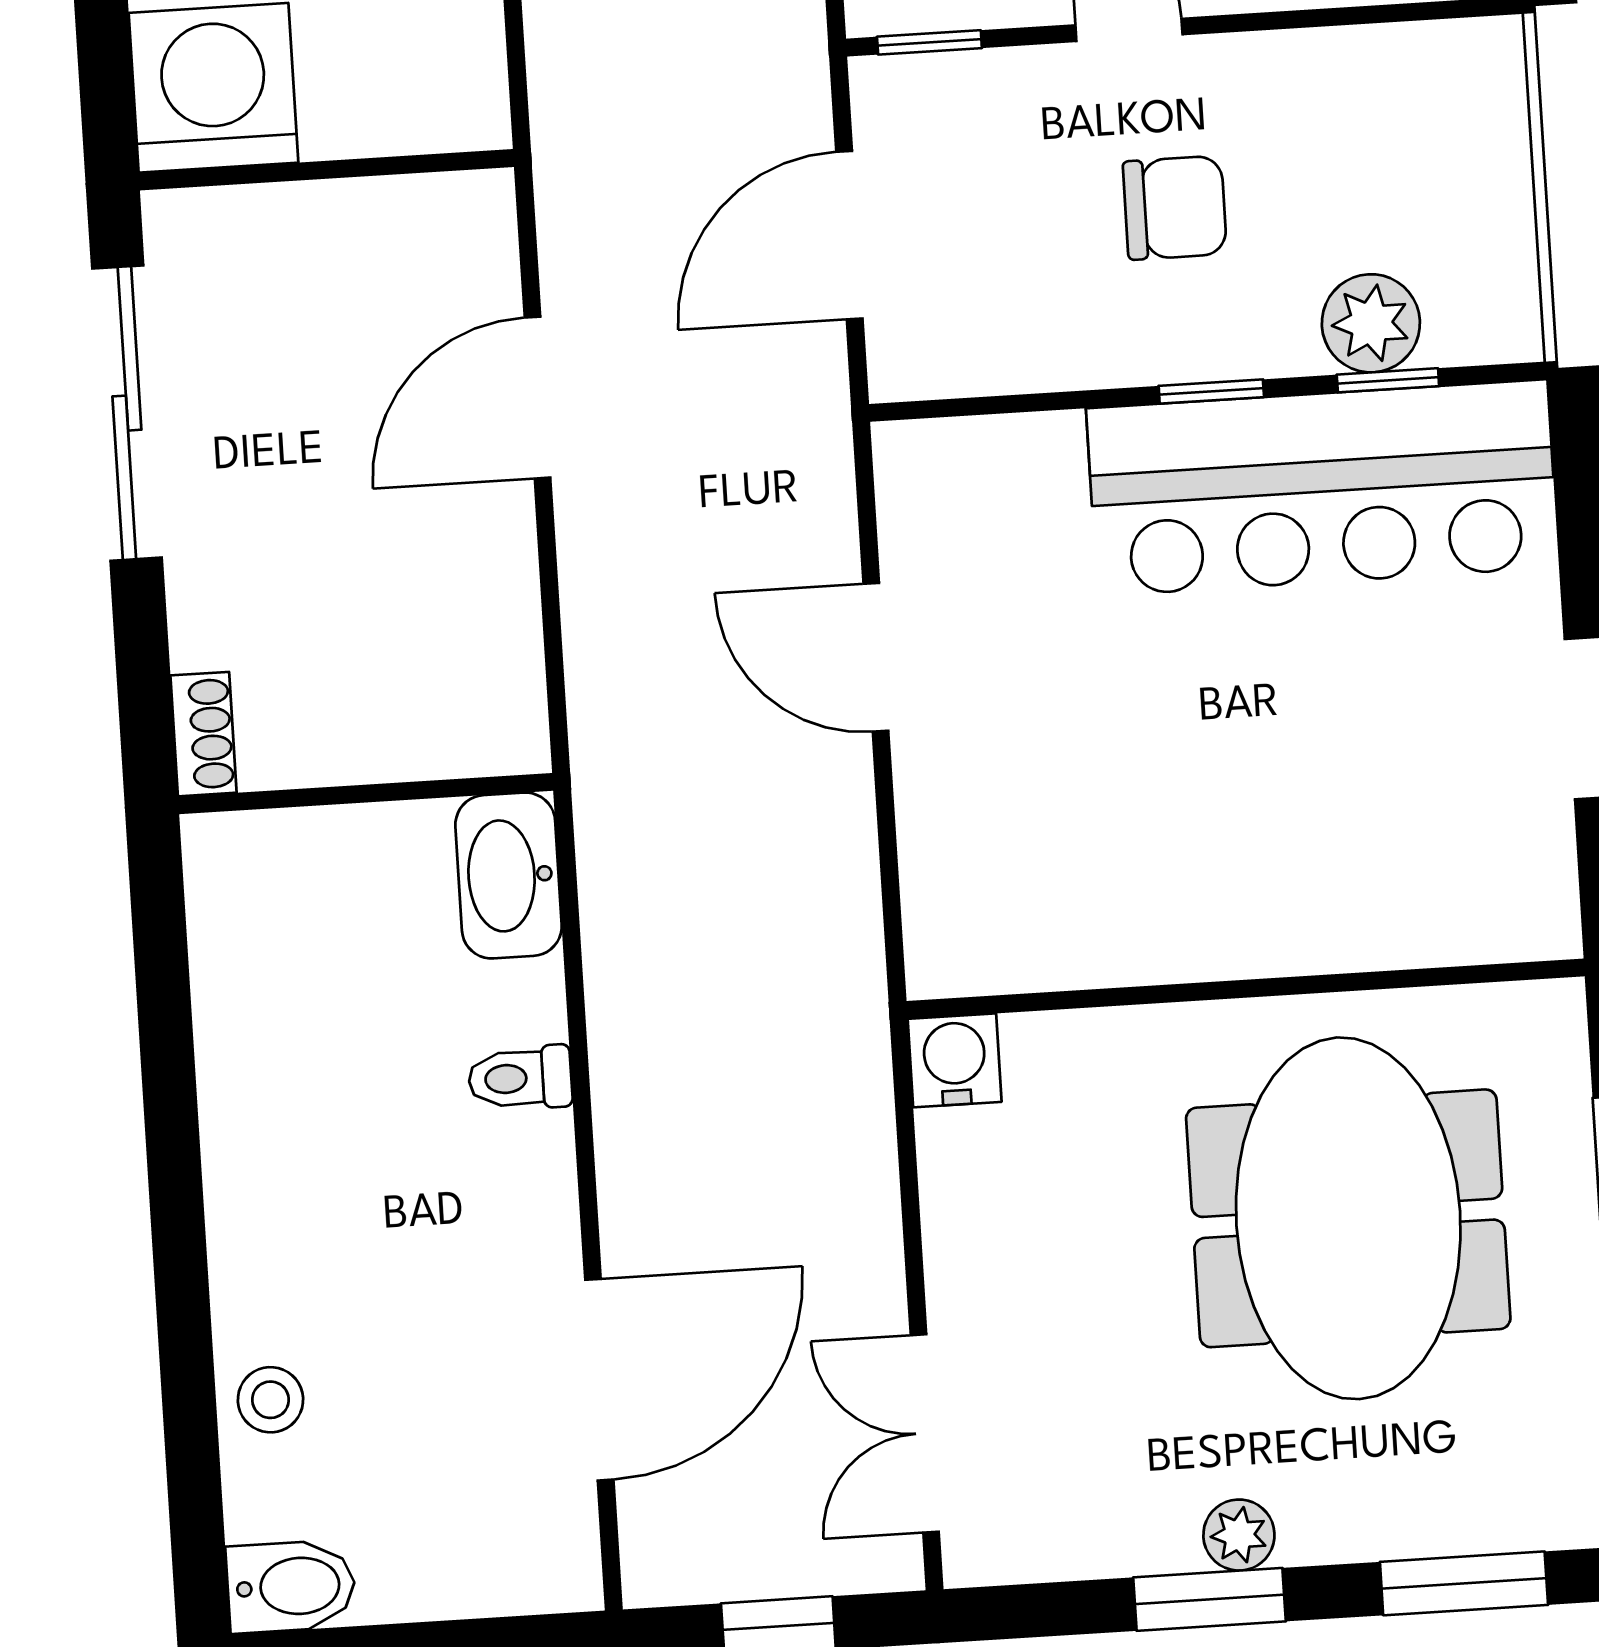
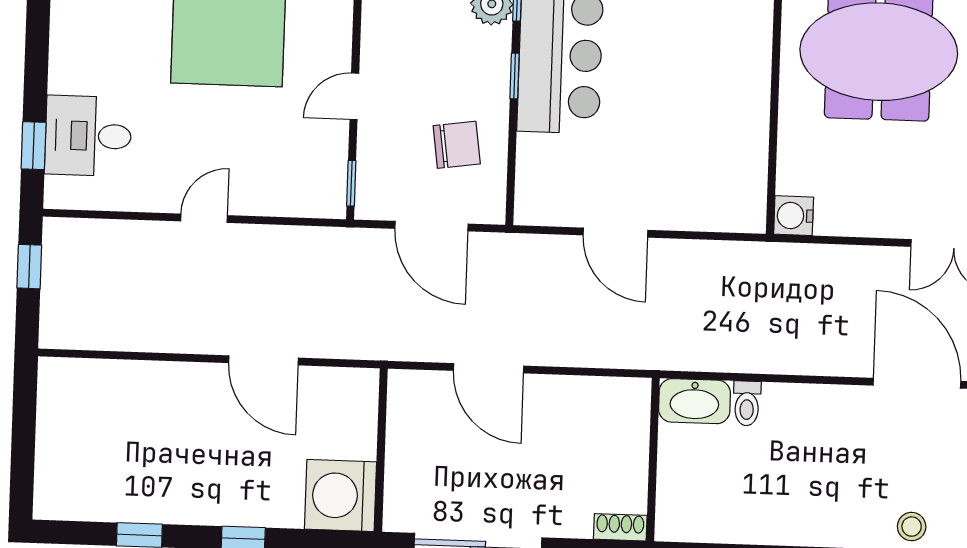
chair: (1175, 208) -> (457, 145), moved, turned 82
door: (876, 657) -> (615, 233), hinge flipped
toilet: (520, 1078) -> (747, 403), moved

